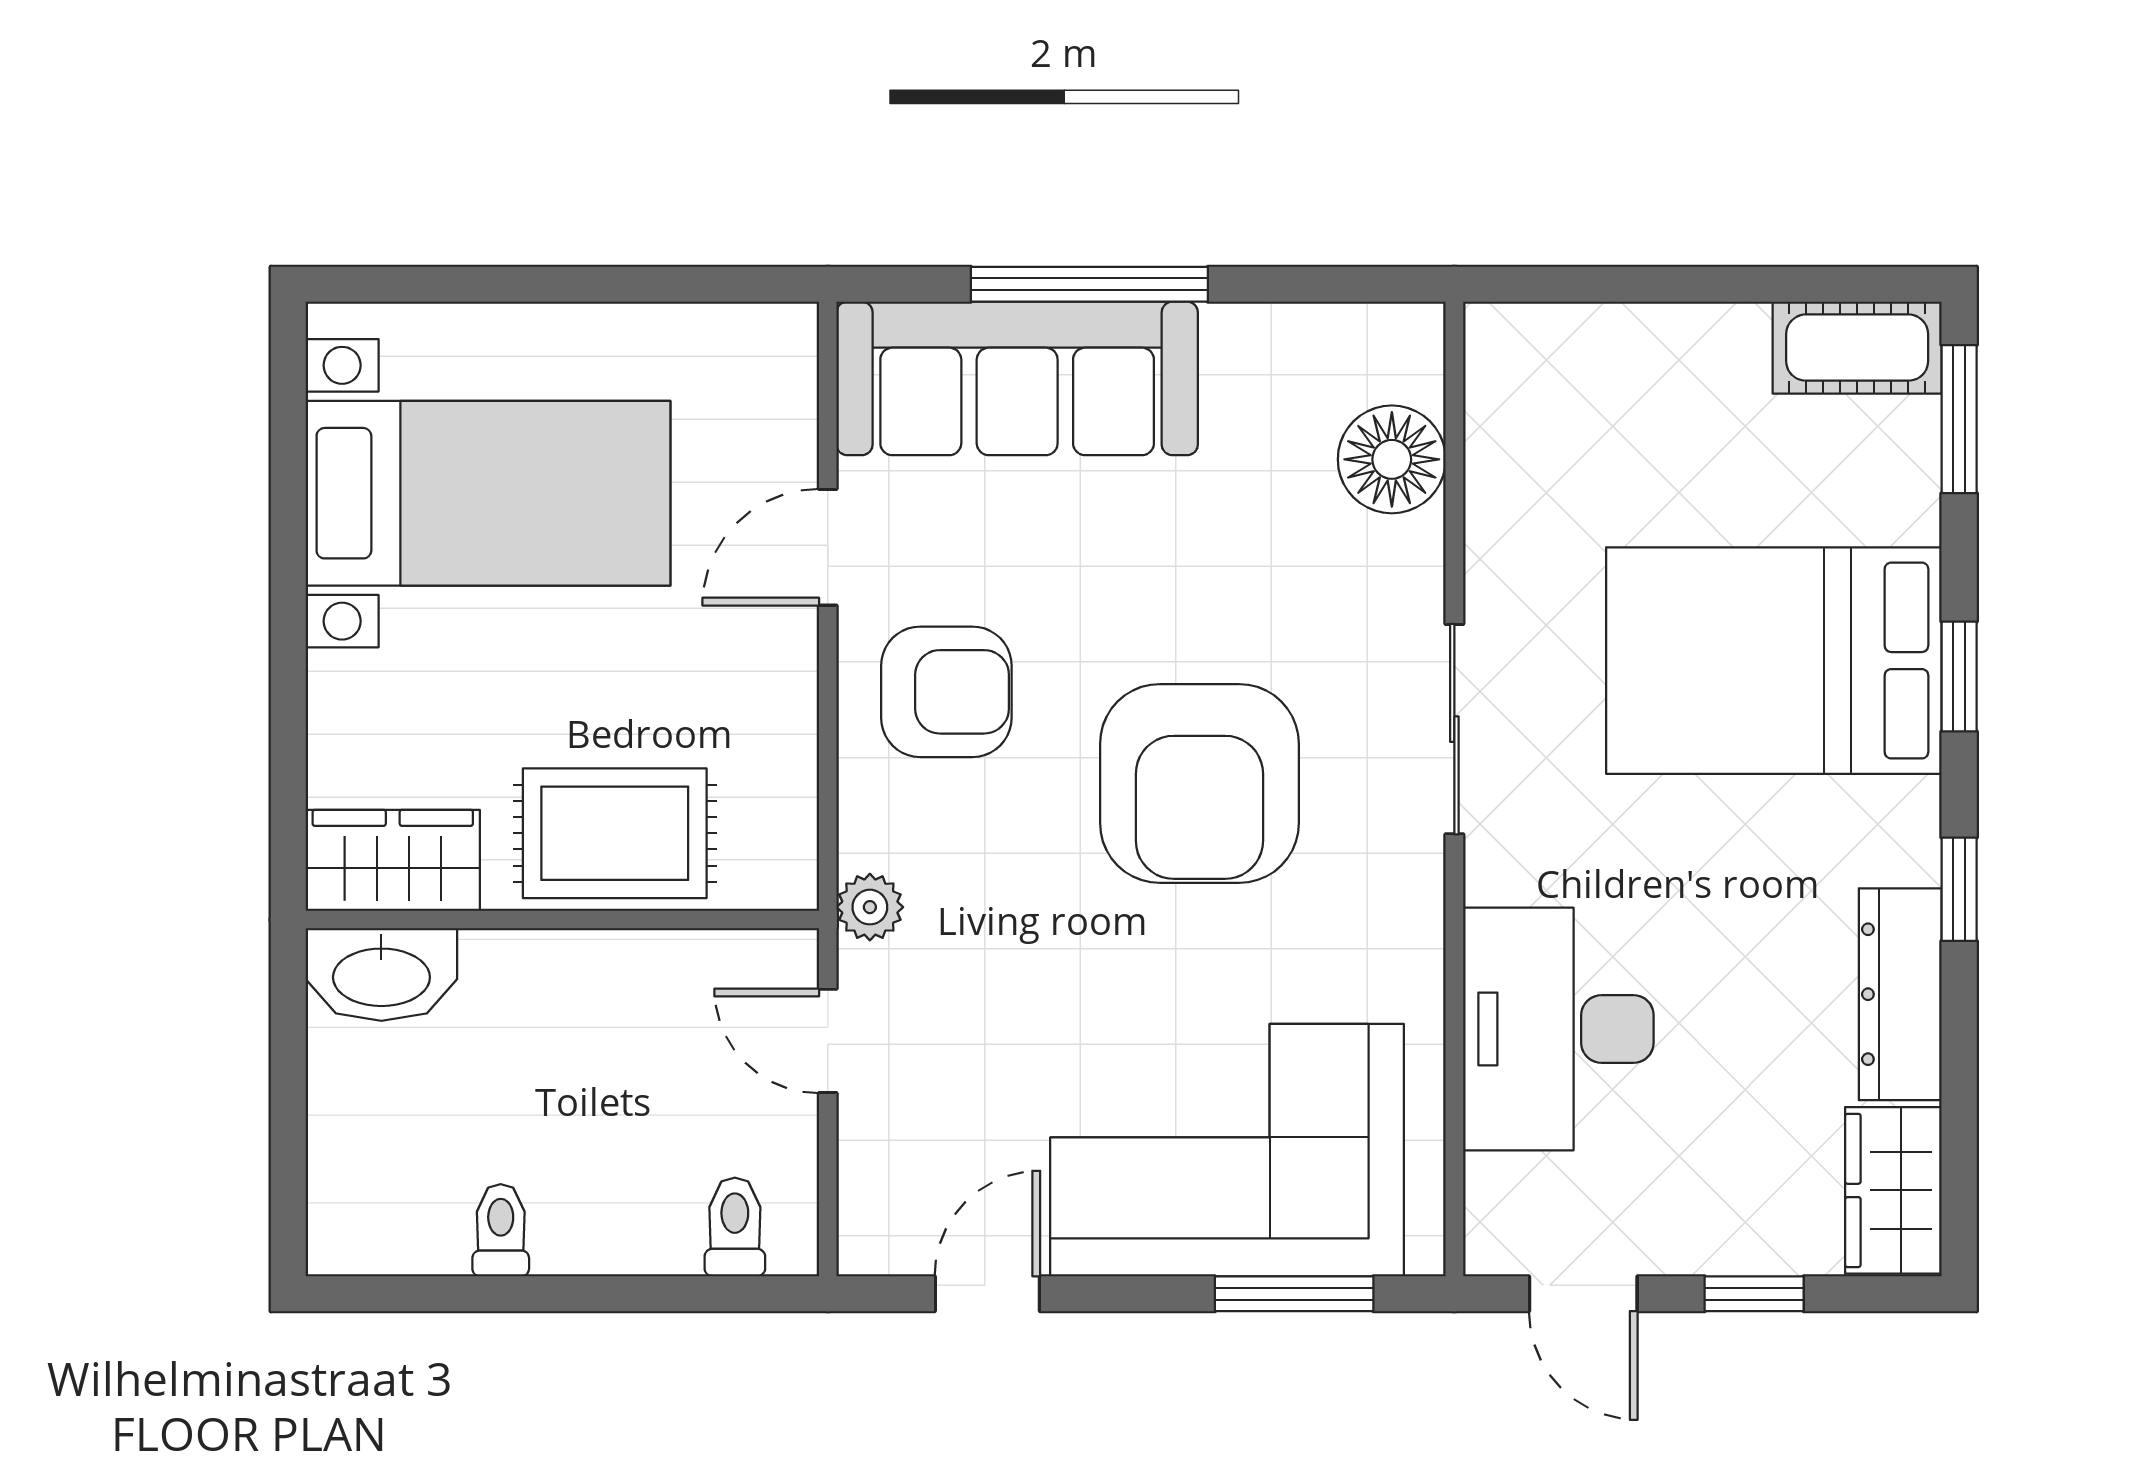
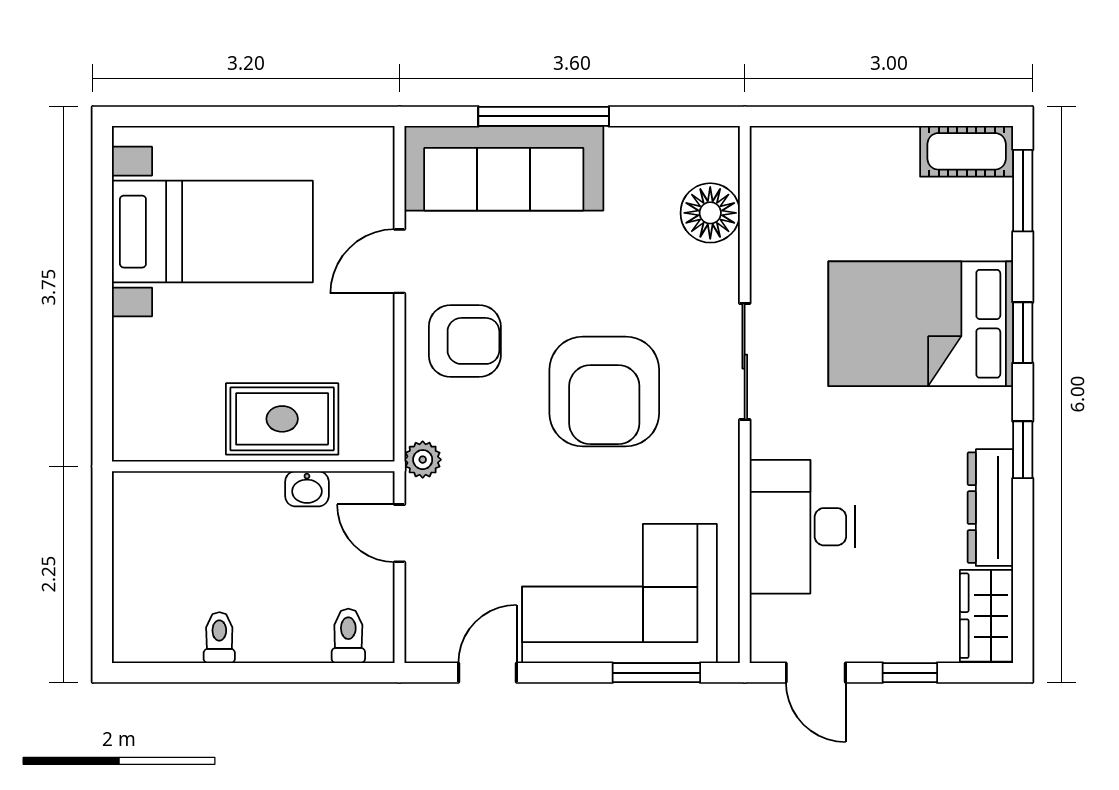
wardrobe: (393, 860) -> (160, 434), removed
washbasin: (381, 975) -> (307, 489), moved, width x0.52, depth x0.69

